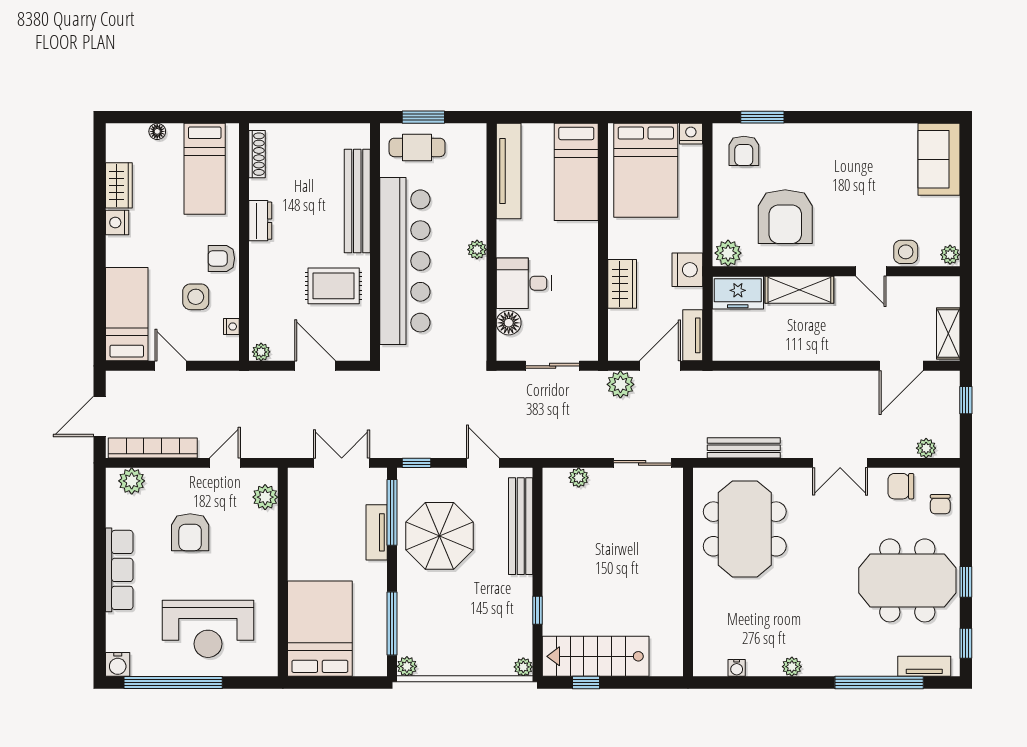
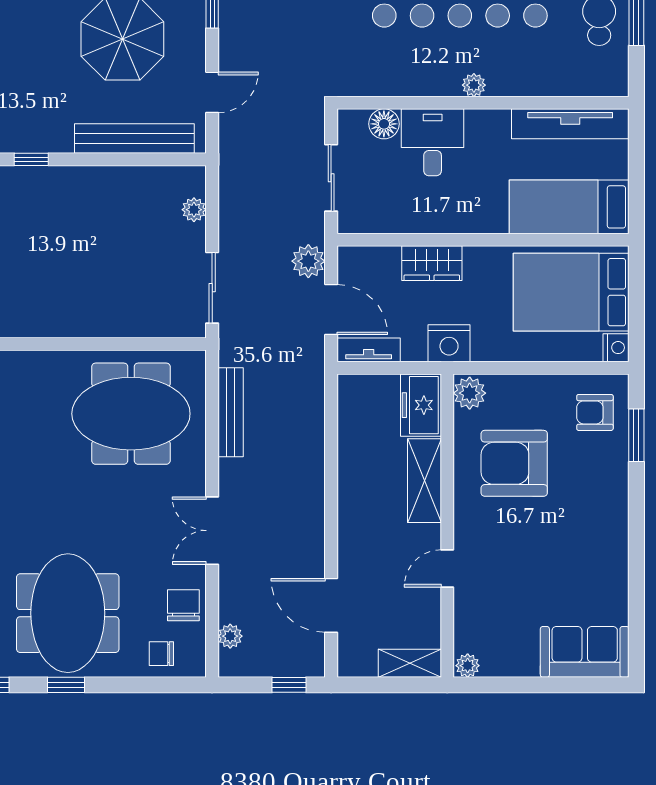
side table: (906, 252) -> (471, 611), removed
shelving: (948, 333) -> (410, 663), moved

